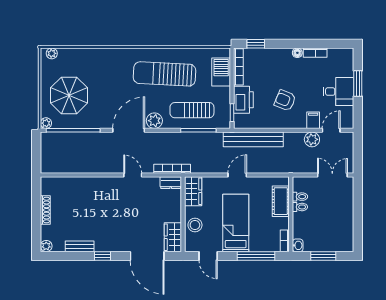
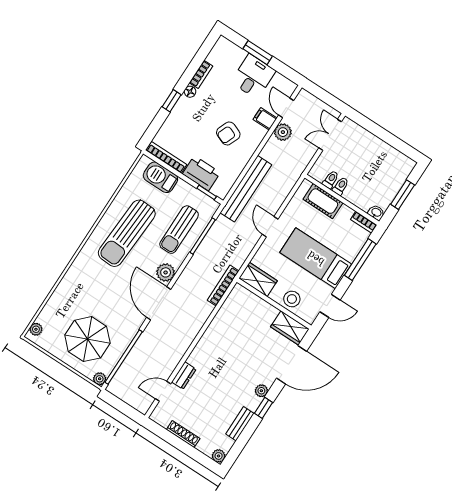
window: (256, 44) -> (172, 101), moved
door: (133, 175) -> (163, 391), moved
dresser: (171, 183) -> (184, 376), moved
plant: (114, 246) -> (261, 391), added

